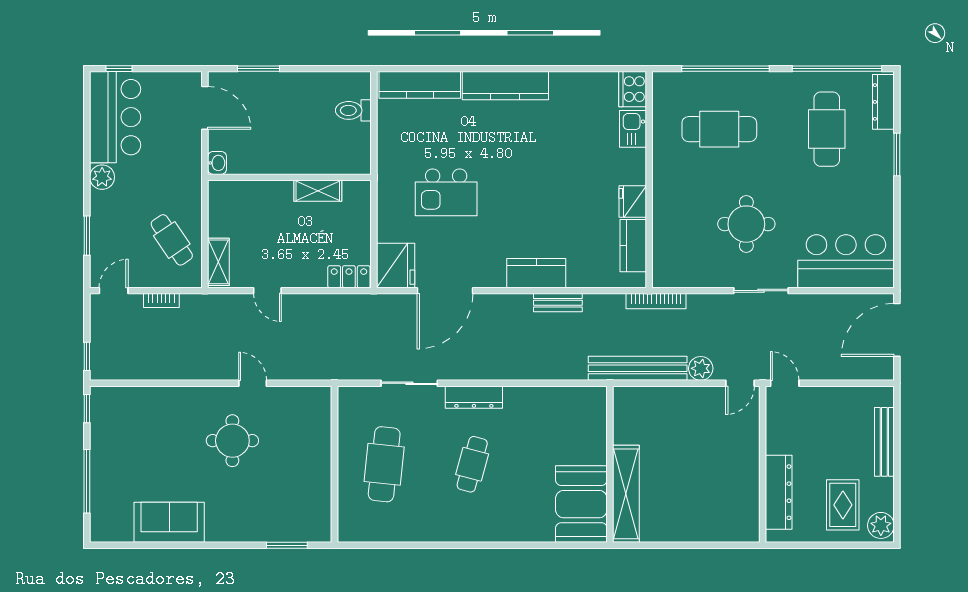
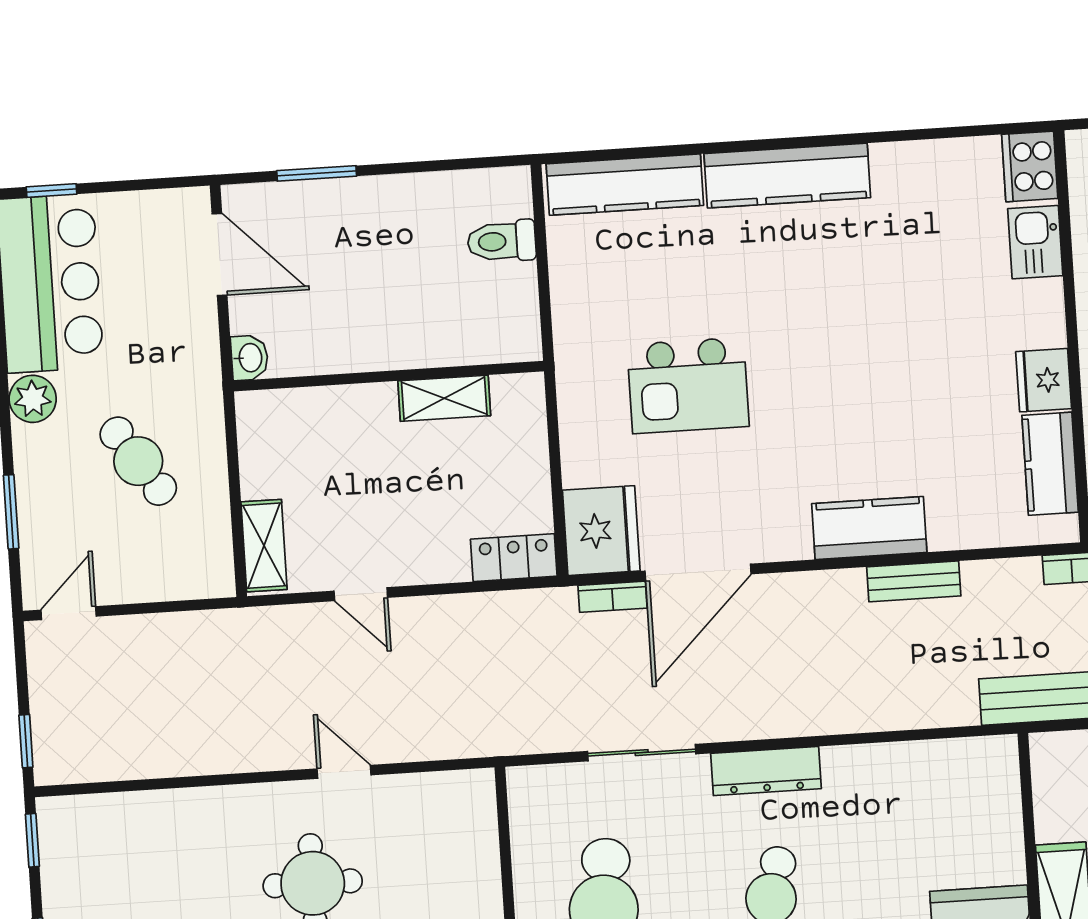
cafe table: (172, 240) -> (138, 461), moved
bookcase: (161, 301) -> (613, 597), moved

